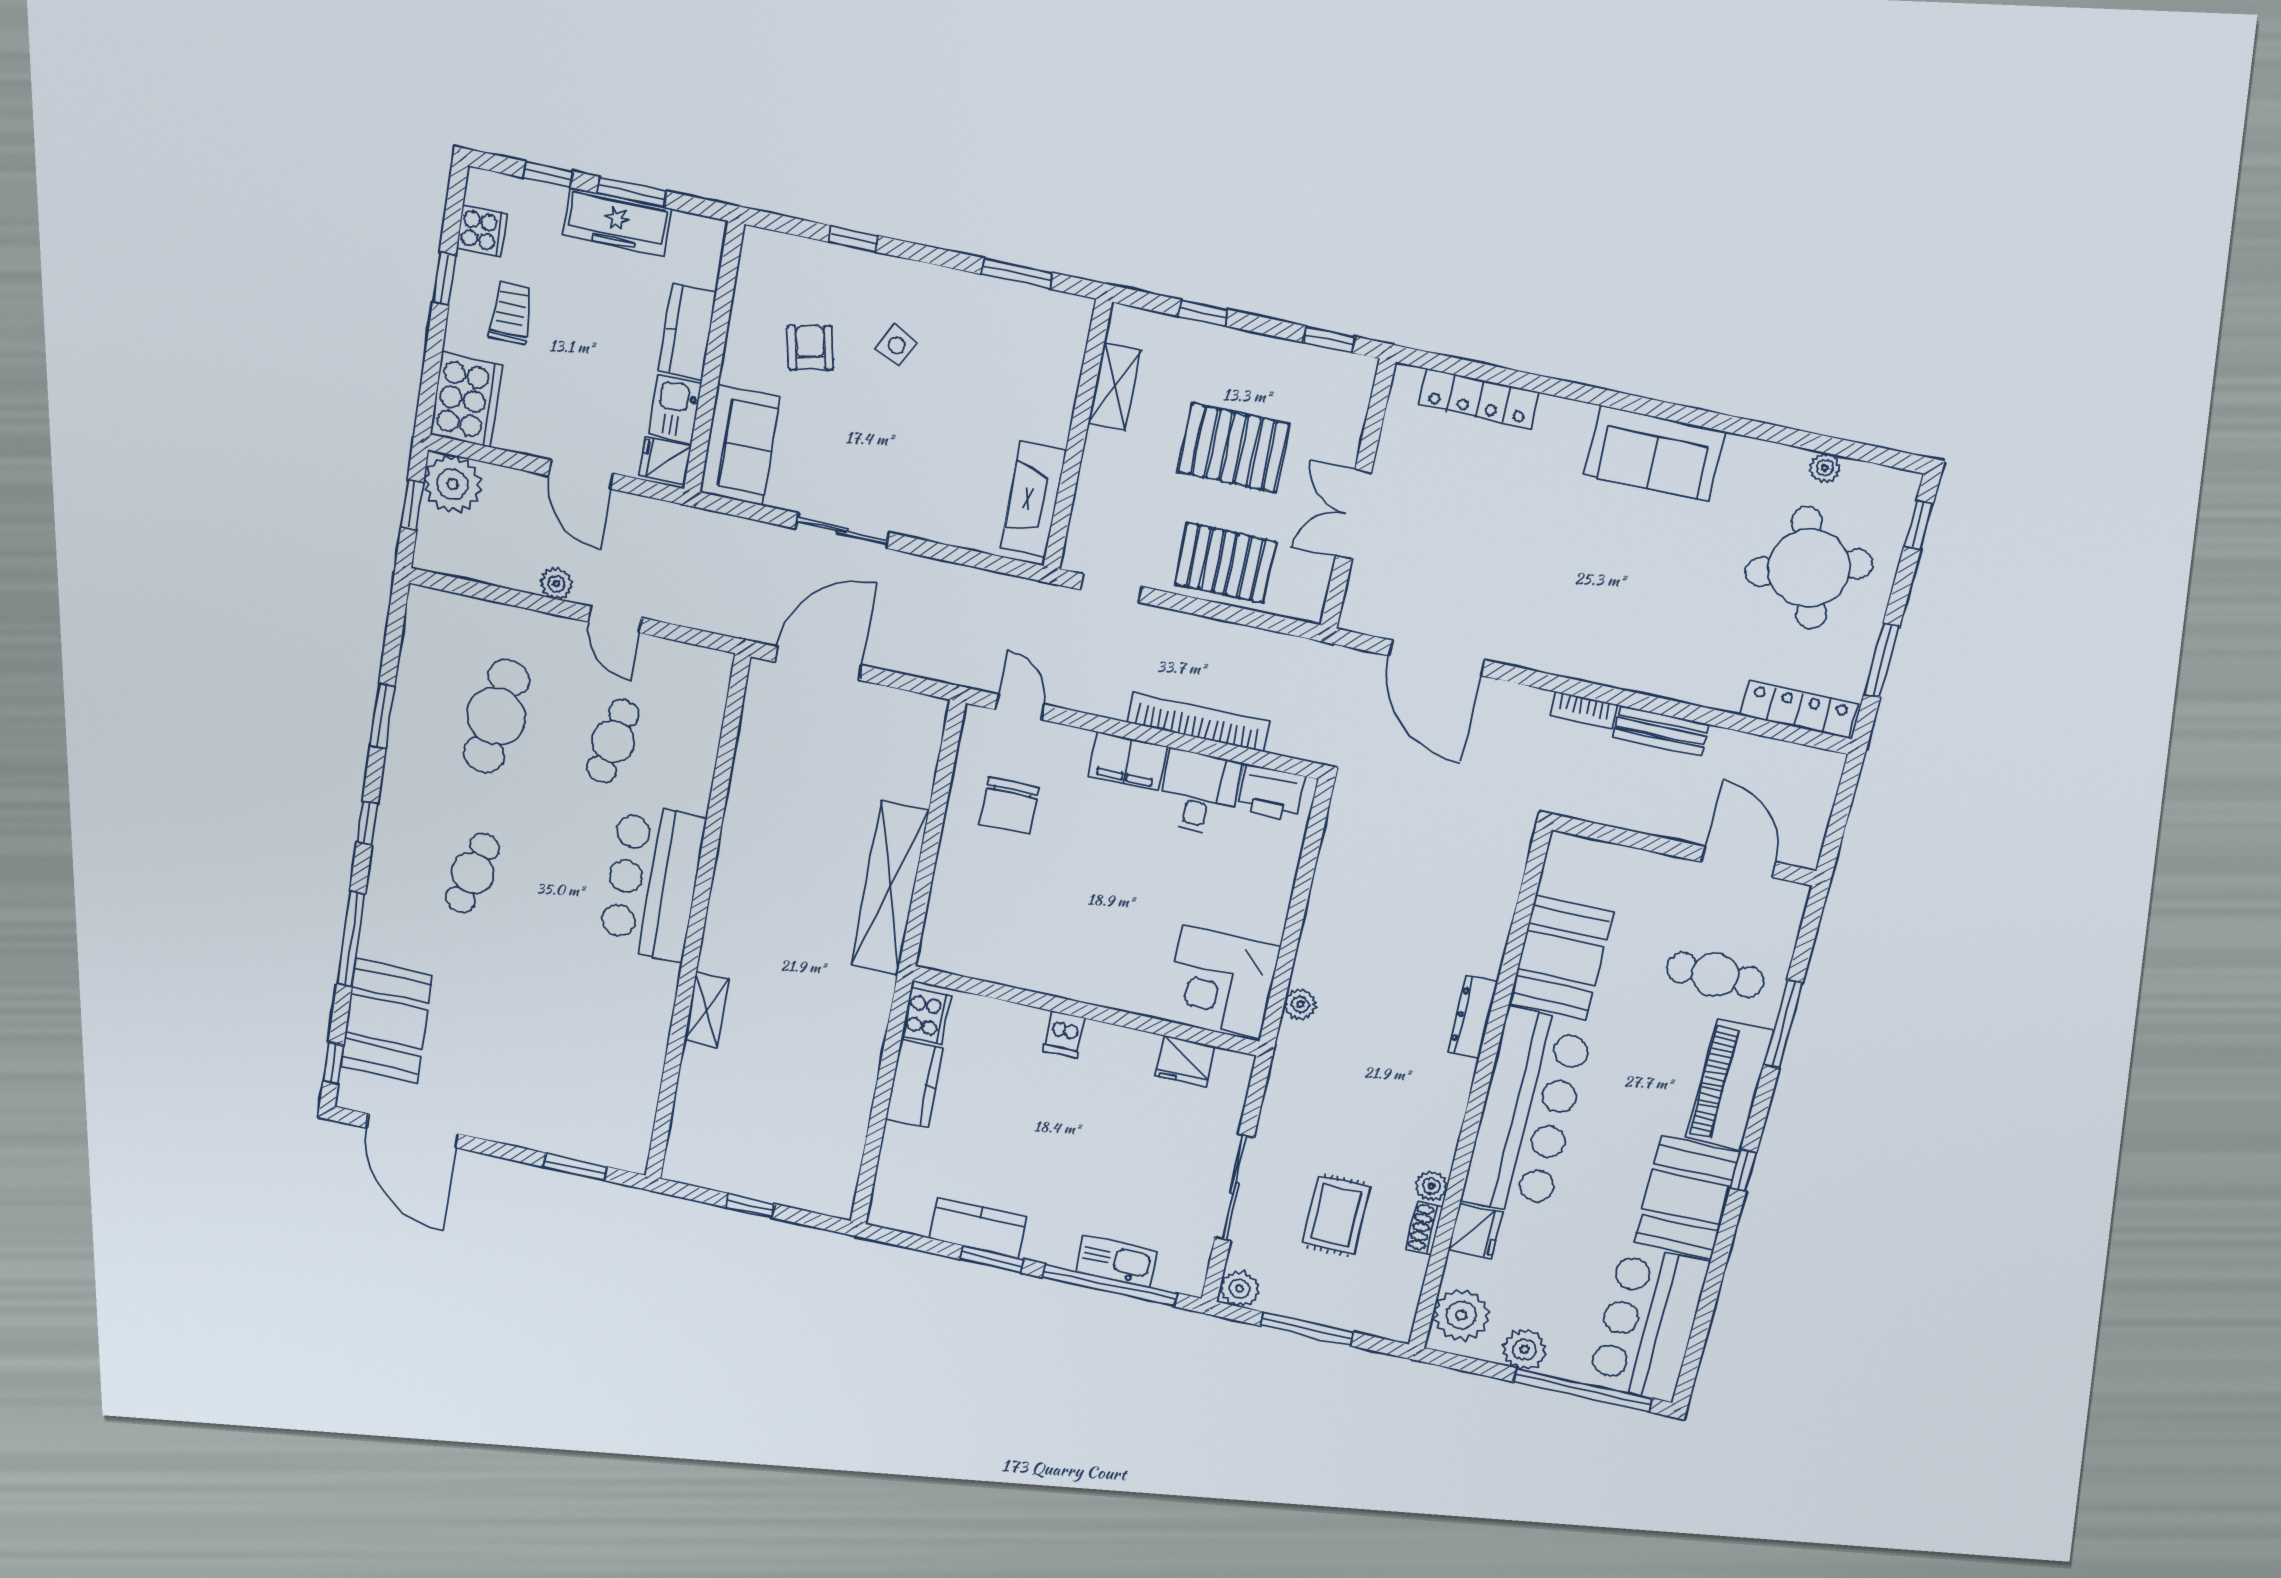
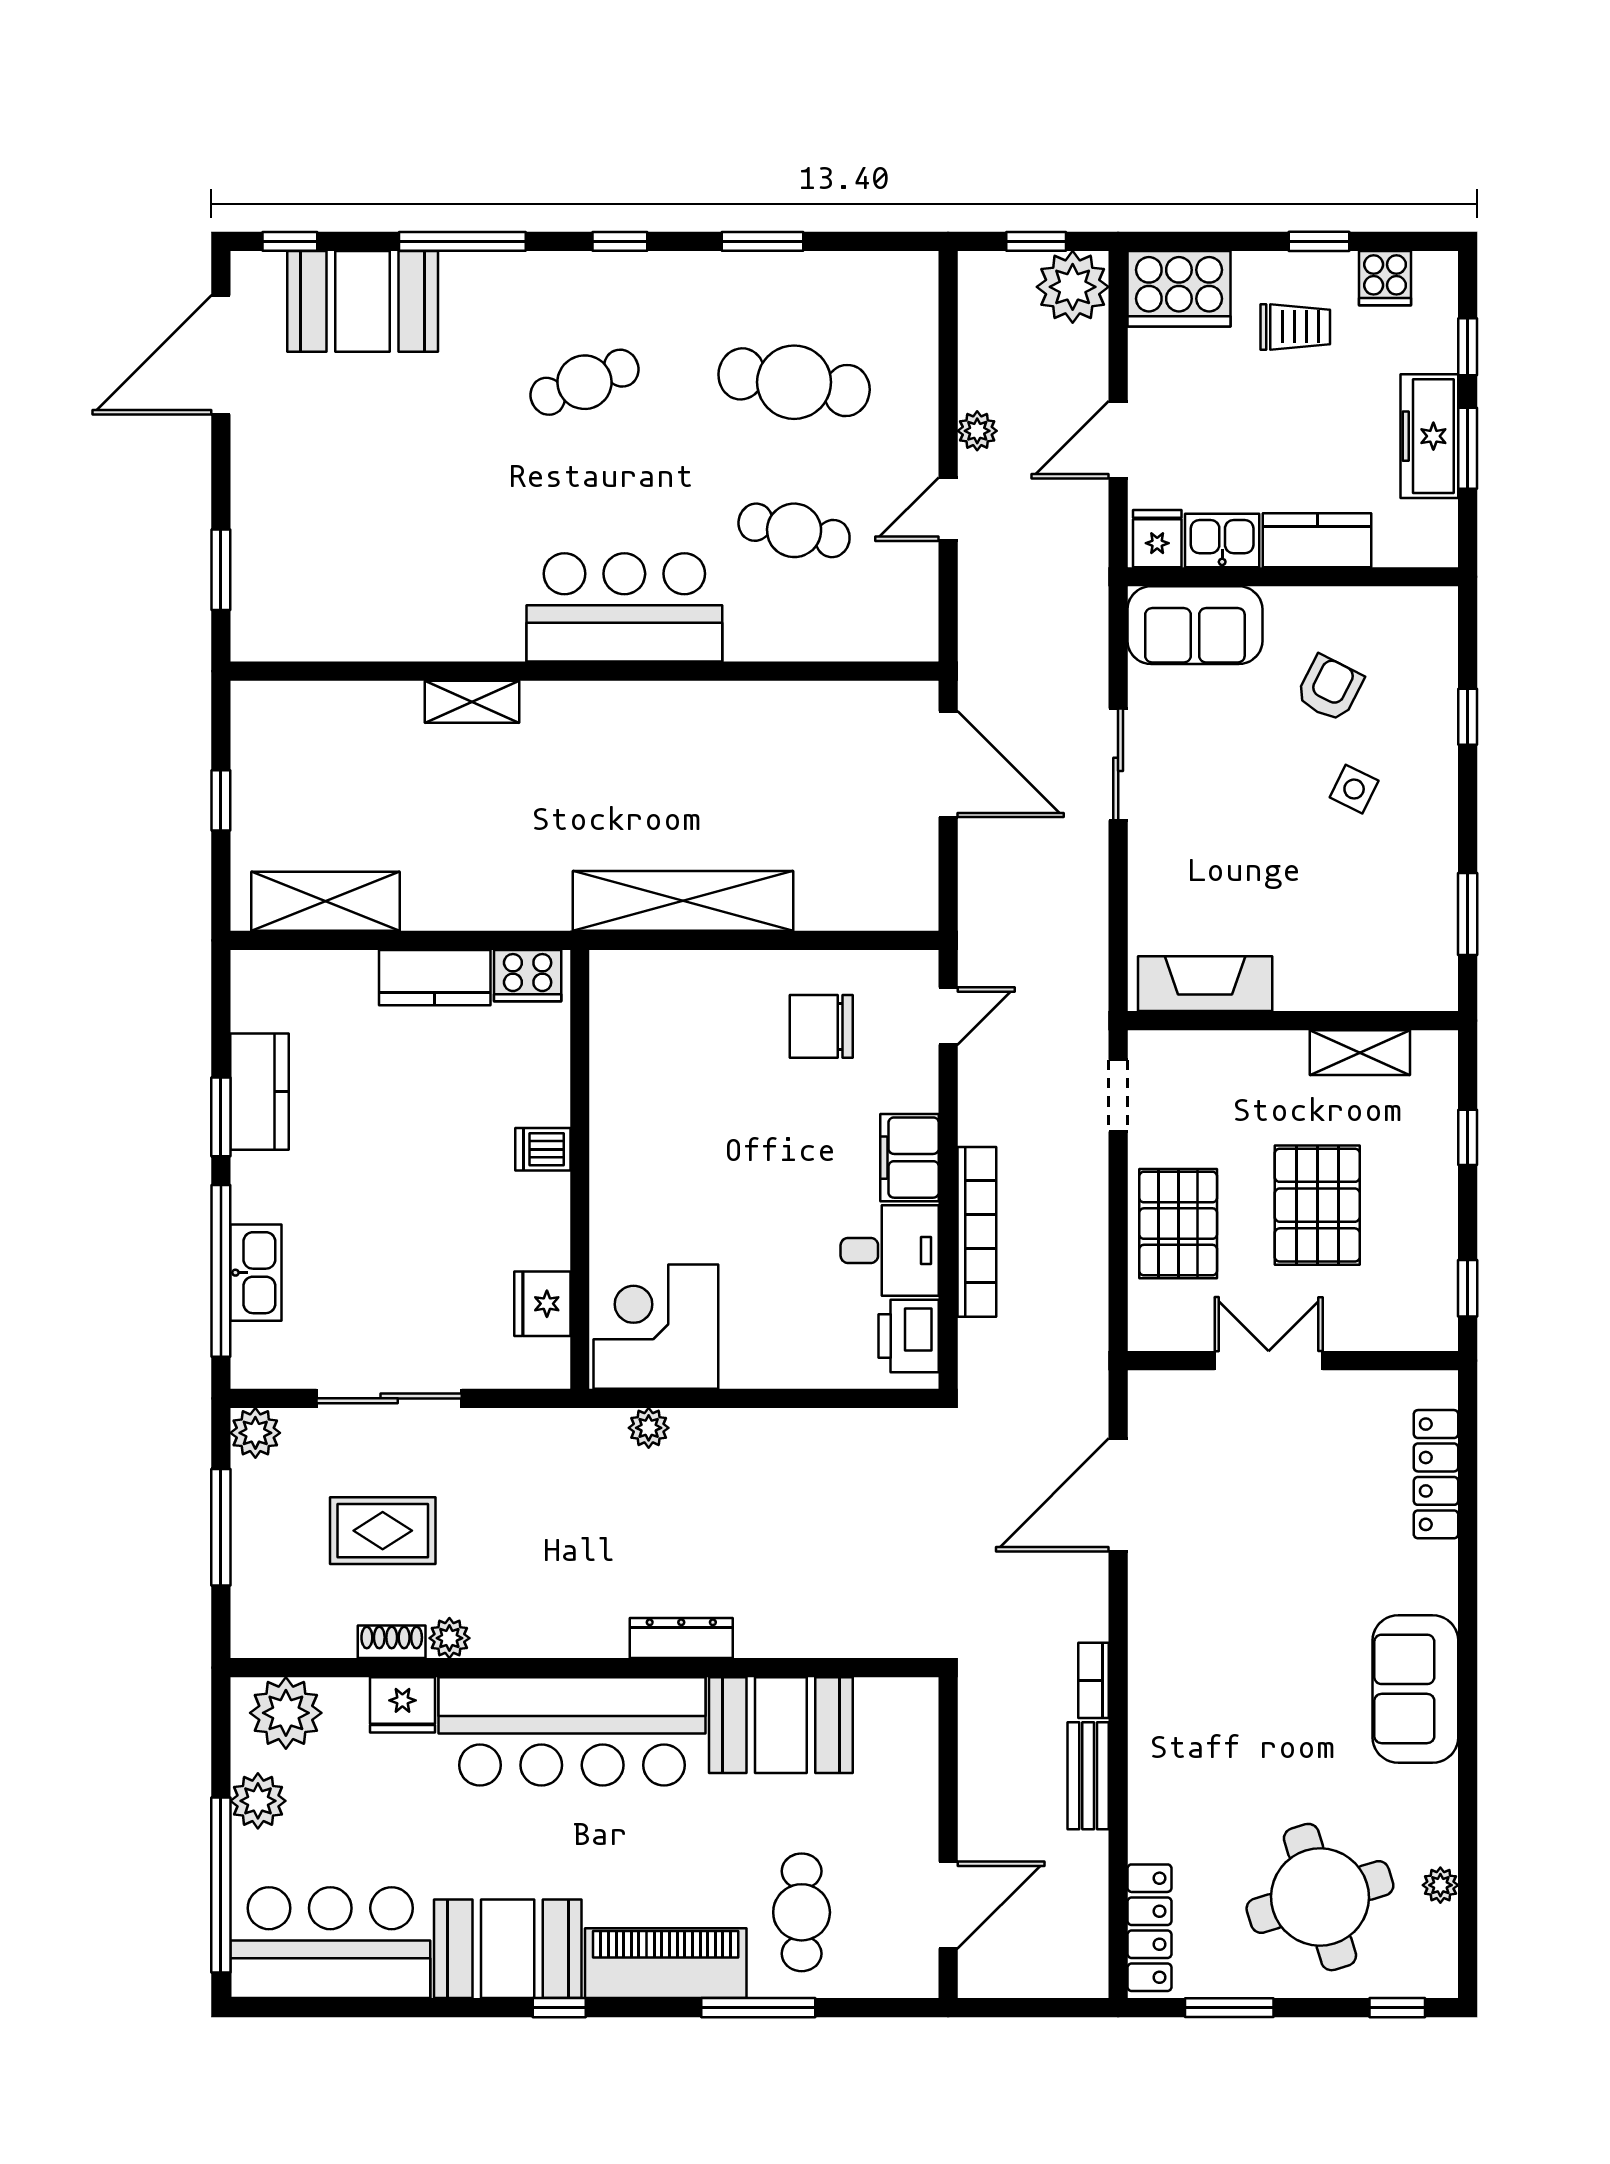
armchair: (810, 348) -> (1330, 688), turned -51
cafe table: (473, 873) -> (584, 382), turned -36
shelving: (841, 1149) -> (325, 901), added

